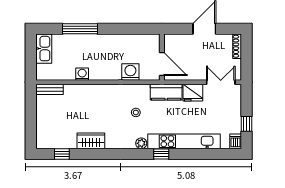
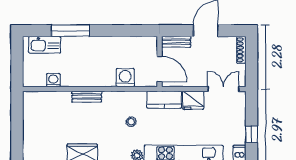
bench: (177, 39) -> (176, 42), added
kitchen sink: (44, 49) -> (45, 45), moved, turned 90
washing machine: (82, 74) -> (53, 80), moved
bench: (50, 89) -> (87, 97), moved

